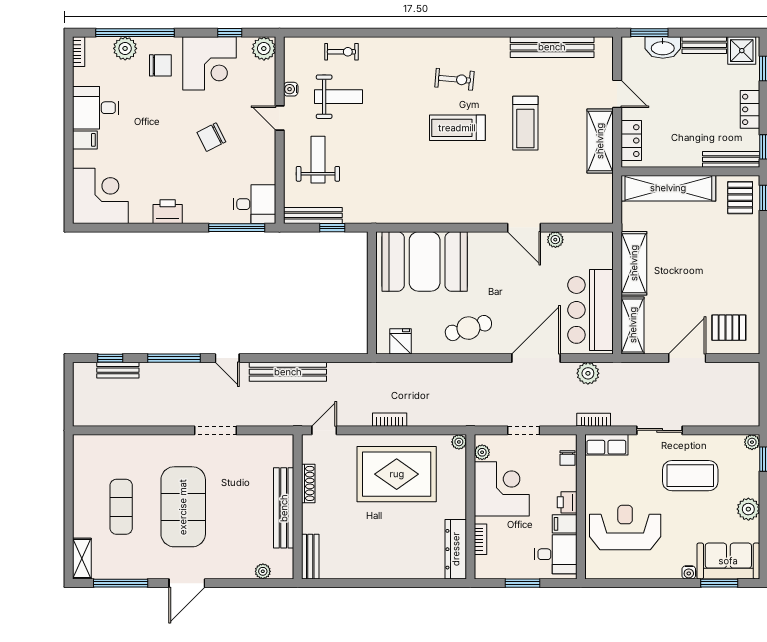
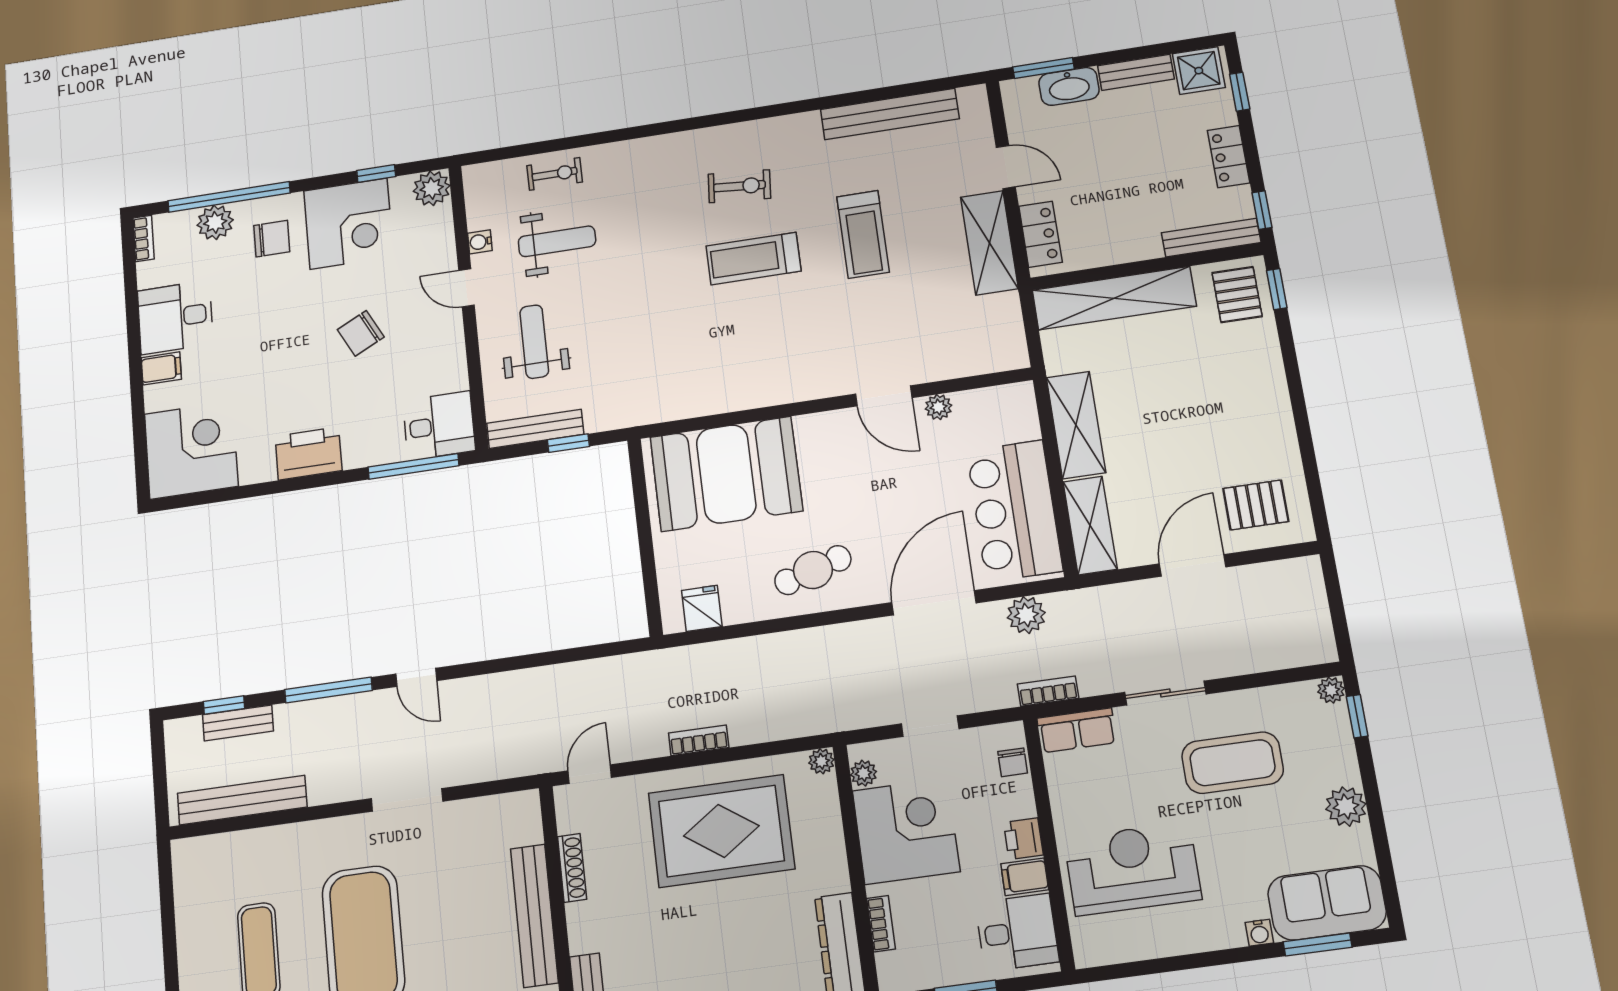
printer: (168, 212) -> (308, 453), width x1.37, depth x1.19
bench: (288, 372) -> (242, 800), moved

